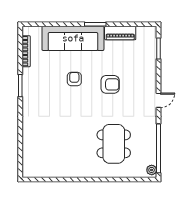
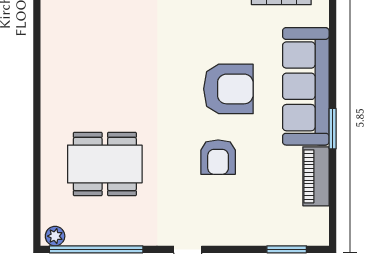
armchair: (74, 79) -> (228, 89), width x1.88, depth x1.88

